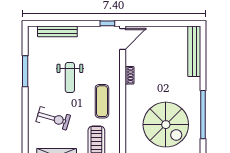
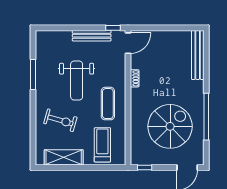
bench: (57, 31) -> (92, 36), moved
weight bench: (70, 77) -> (77, 81), width x1.36, depth x1.33
spiral stairs: (166, 125) -> (170, 126), turned -90

